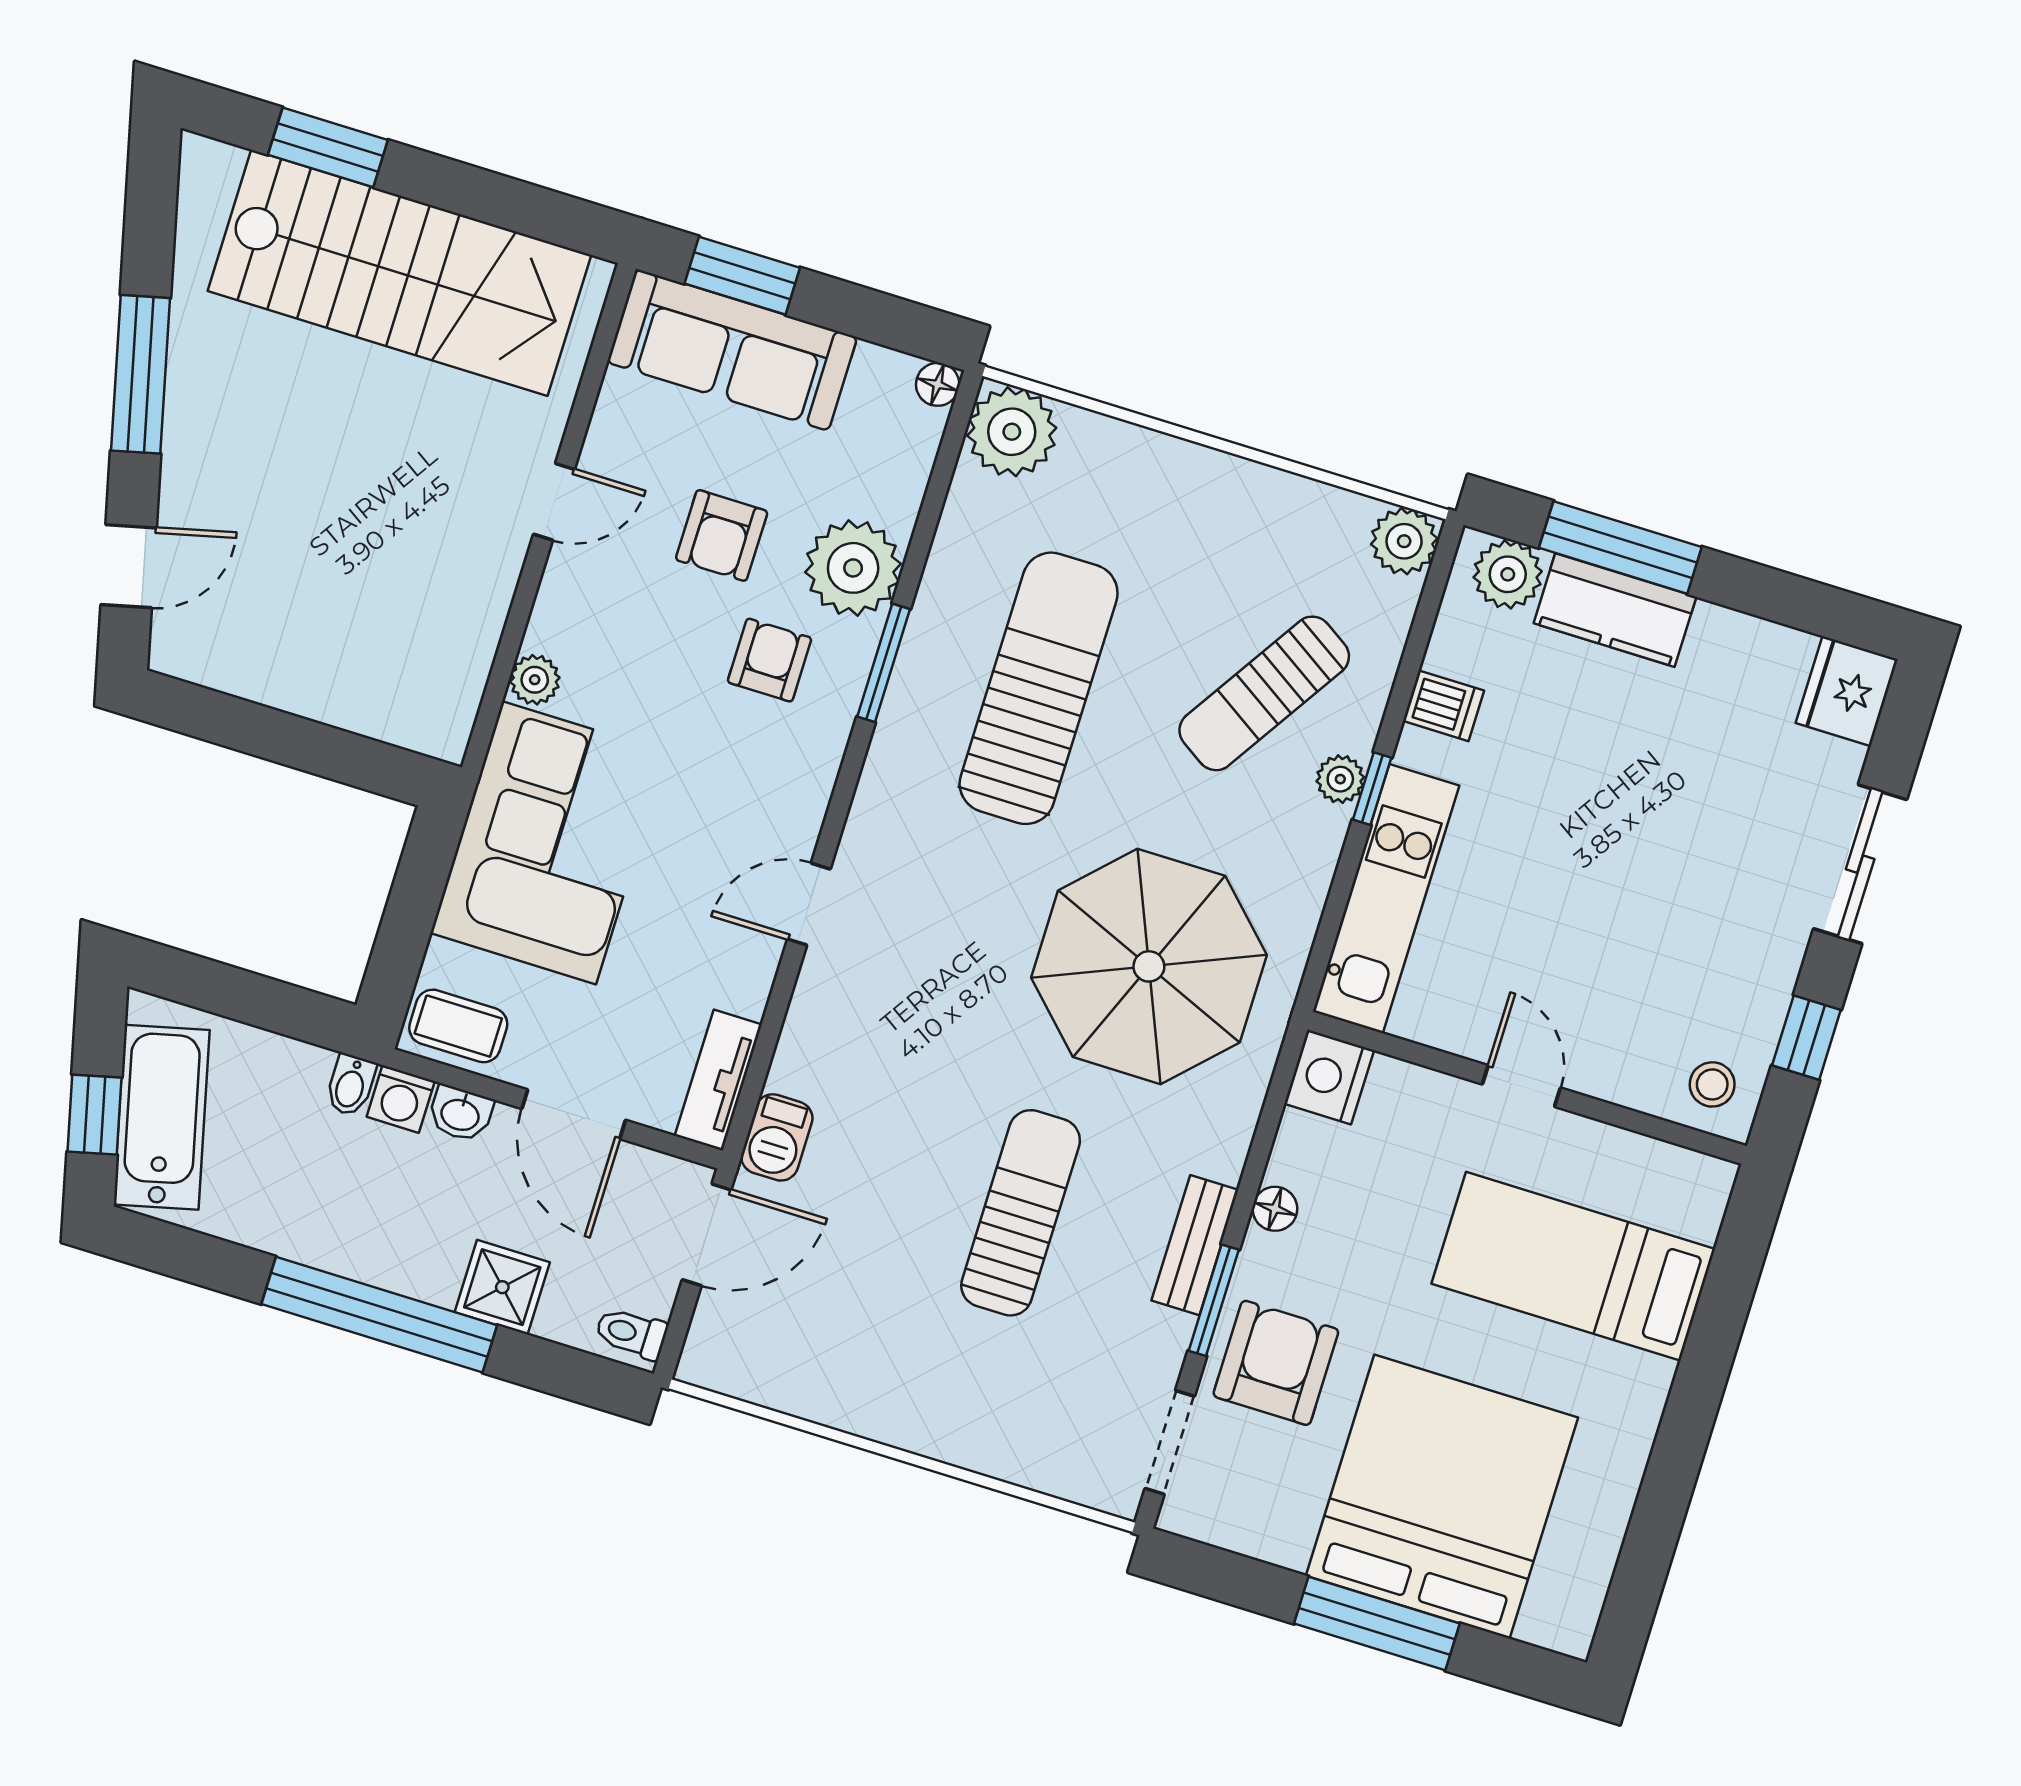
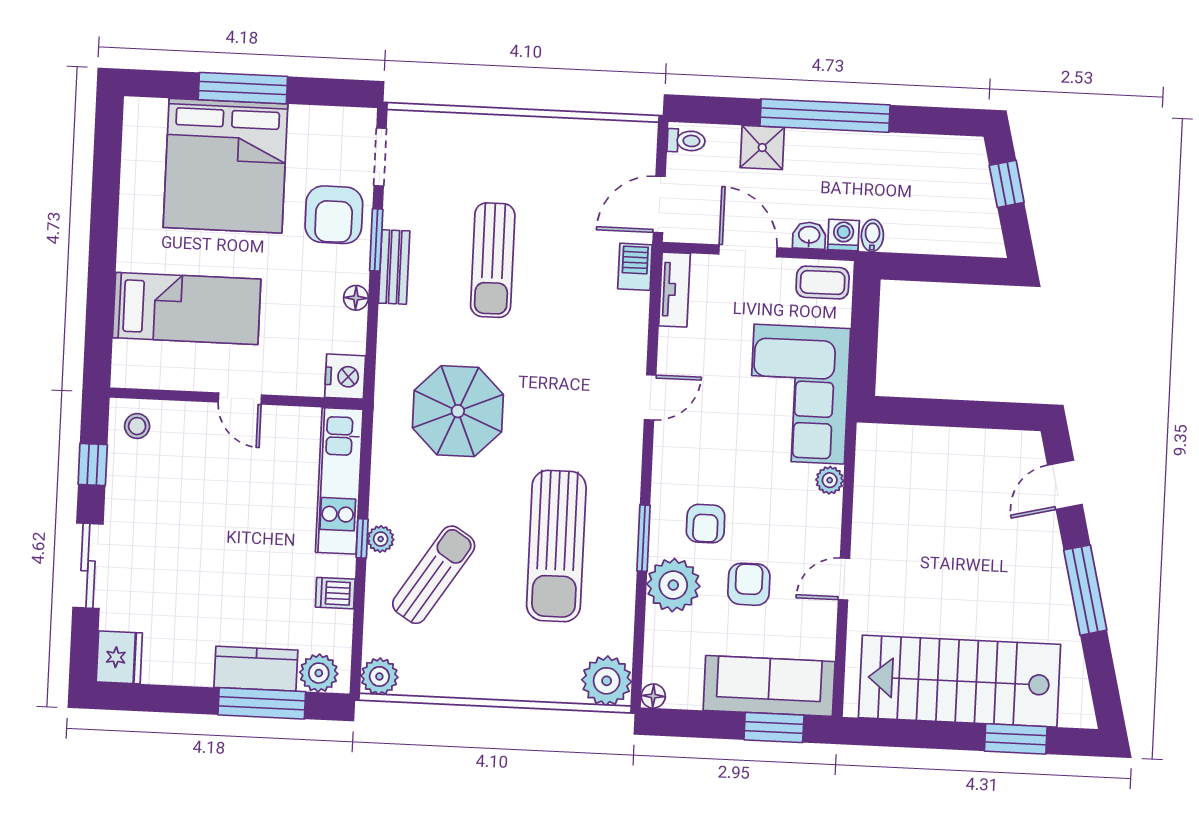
parasol: (1149, 966) -> (458, 411), width x0.73, depth x0.73
bathtub: (162, 1117) -> (970, 192), removed

